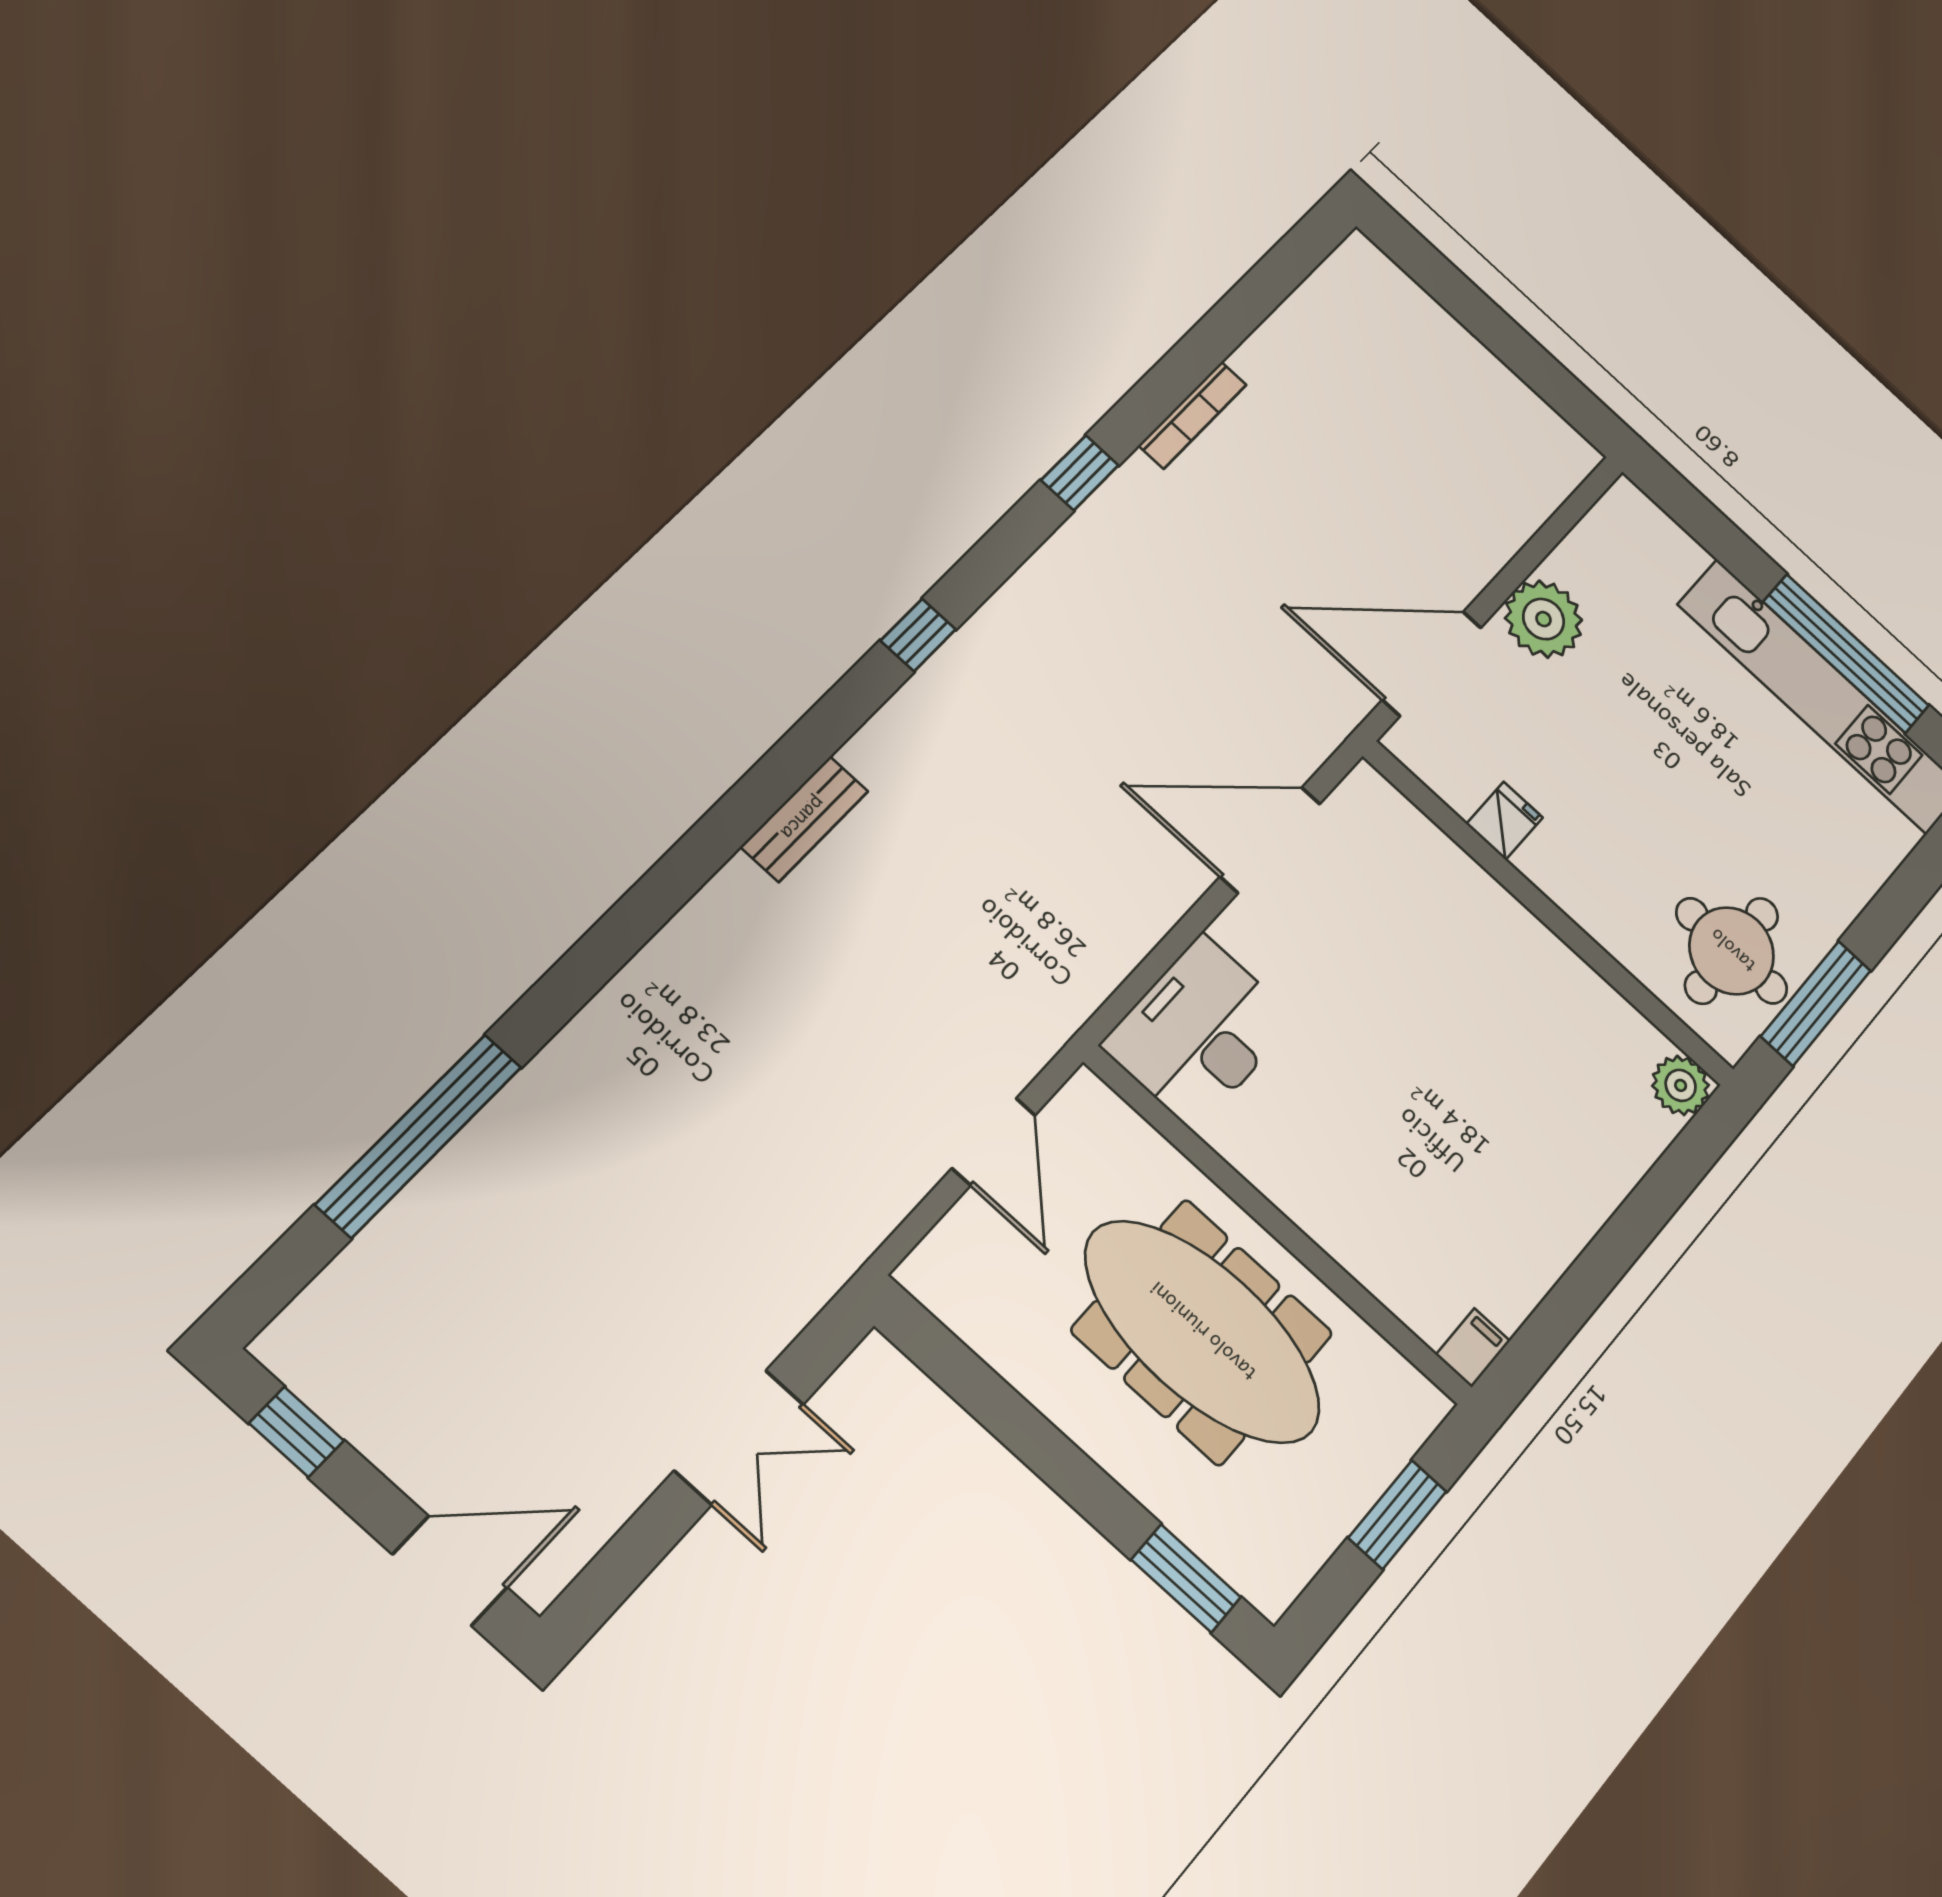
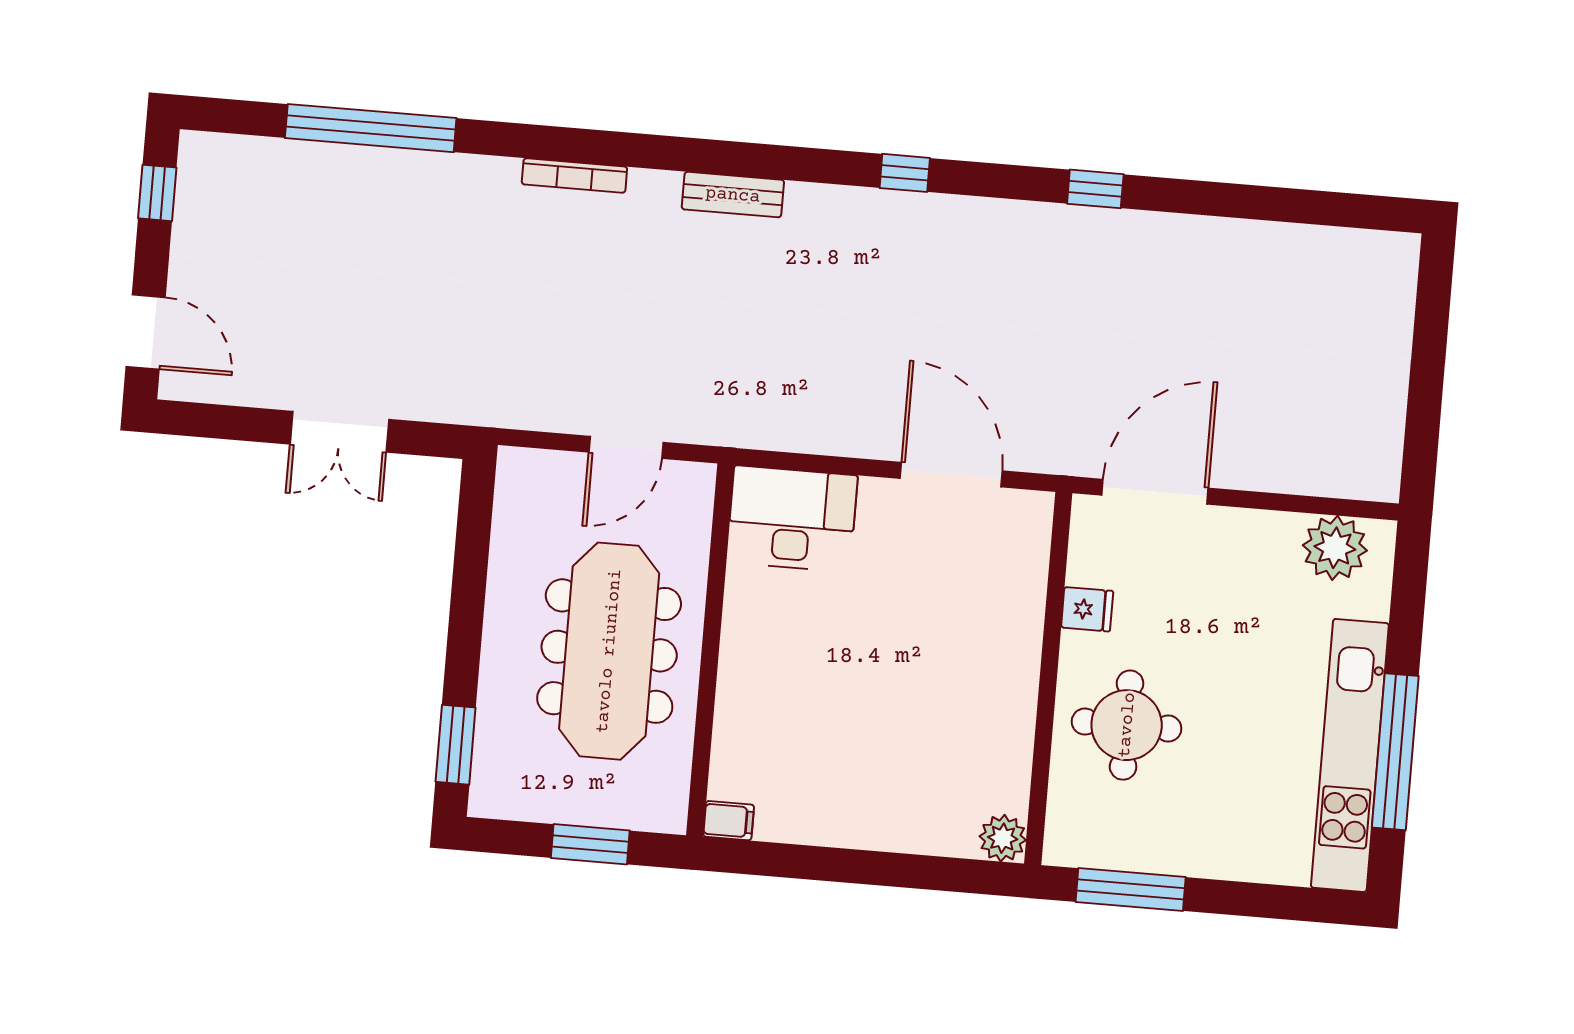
bookcase: (1193, 415) -> (574, 175), moved
plant: (1544, 619) -> (1335, 548), moved
door: (1432, 664) -> (1155, 492), hinge flipped
round table: (1732, 951) -> (1127, 725), moved

